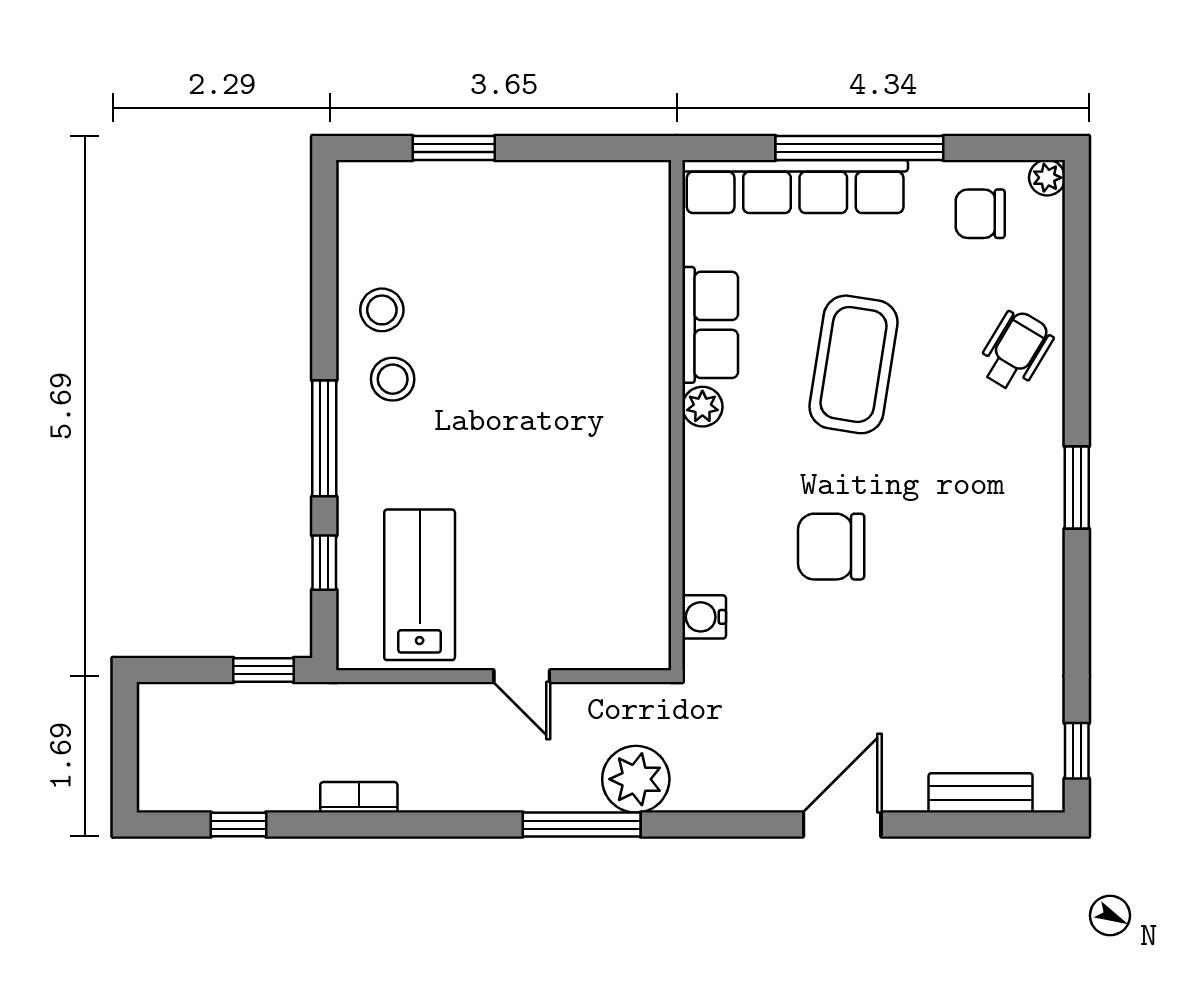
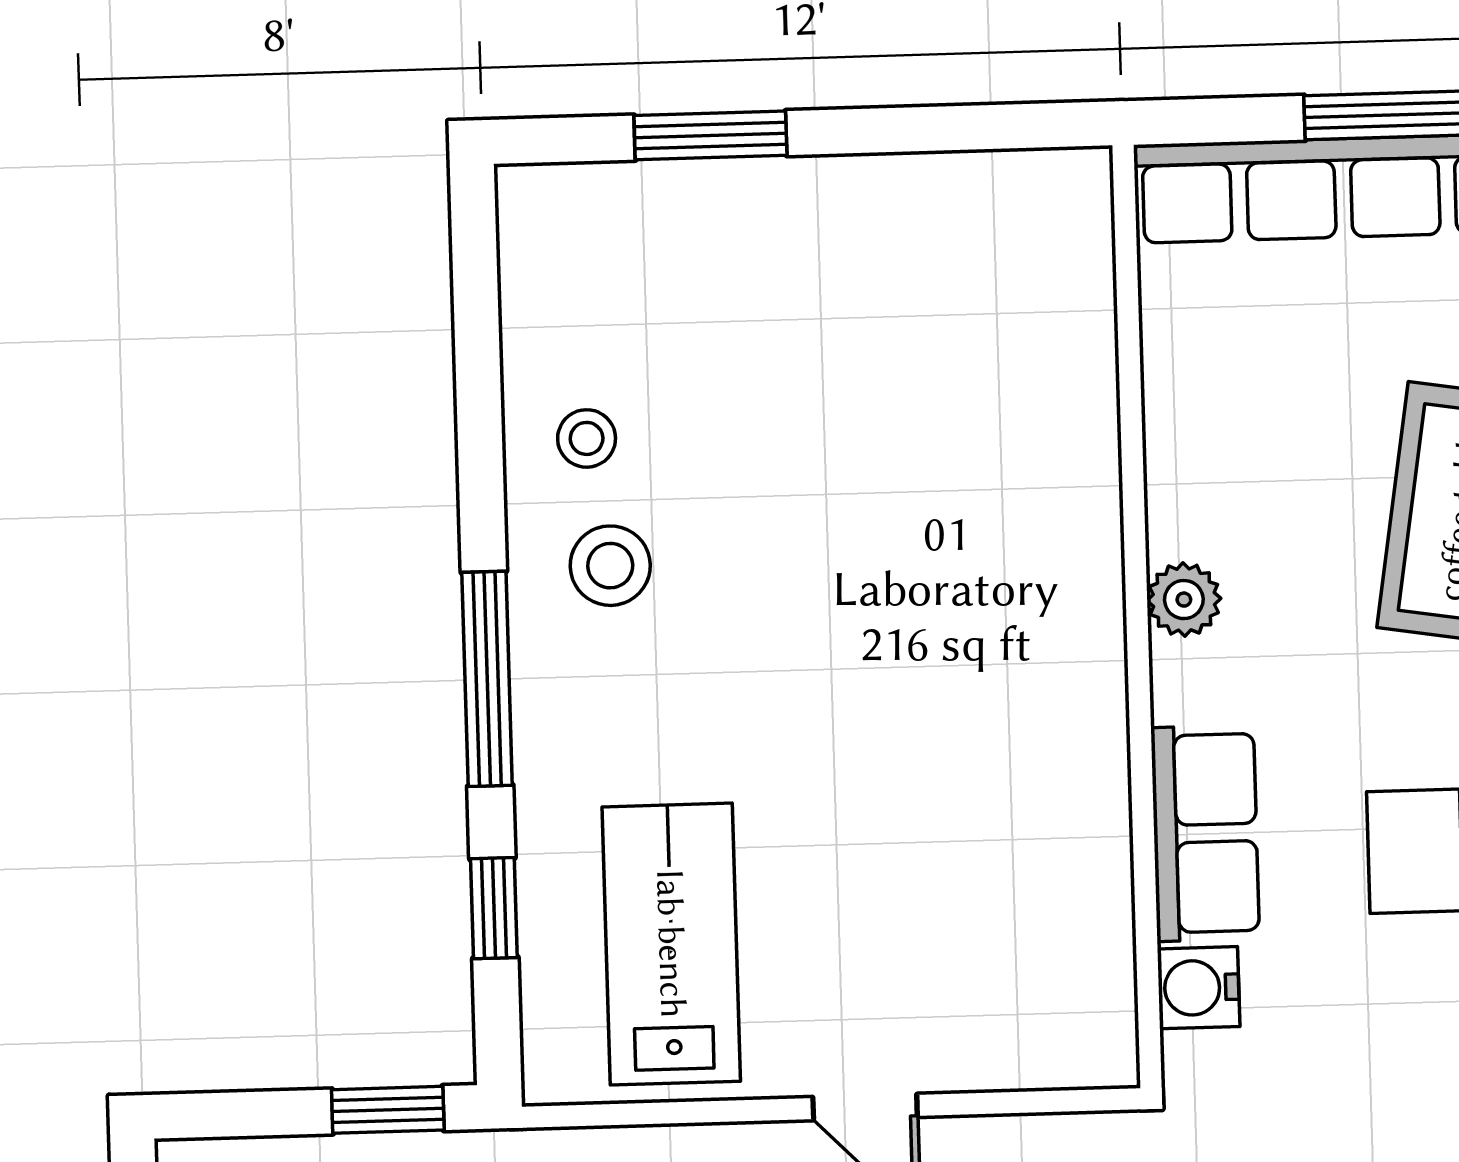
stool: (382, 310) -> (587, 438), width x0.73, depth x0.73
row of seats: (710, 325) -> (1205, 833), moved

